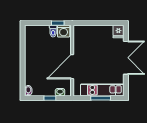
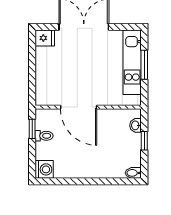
washing machine: (64, 31) -> (44, 169), moved
door: (72, 67) -> (79, 107), moved

